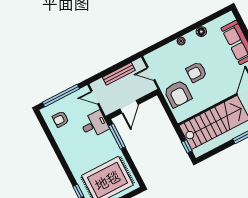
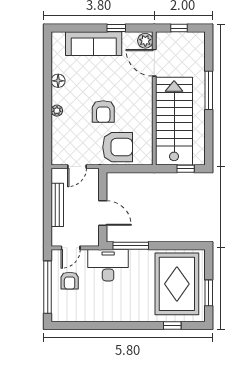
armchair: (61, 119) -> (70, 281), moved
desk: (94, 124) -> (108, 265), width x1.37

